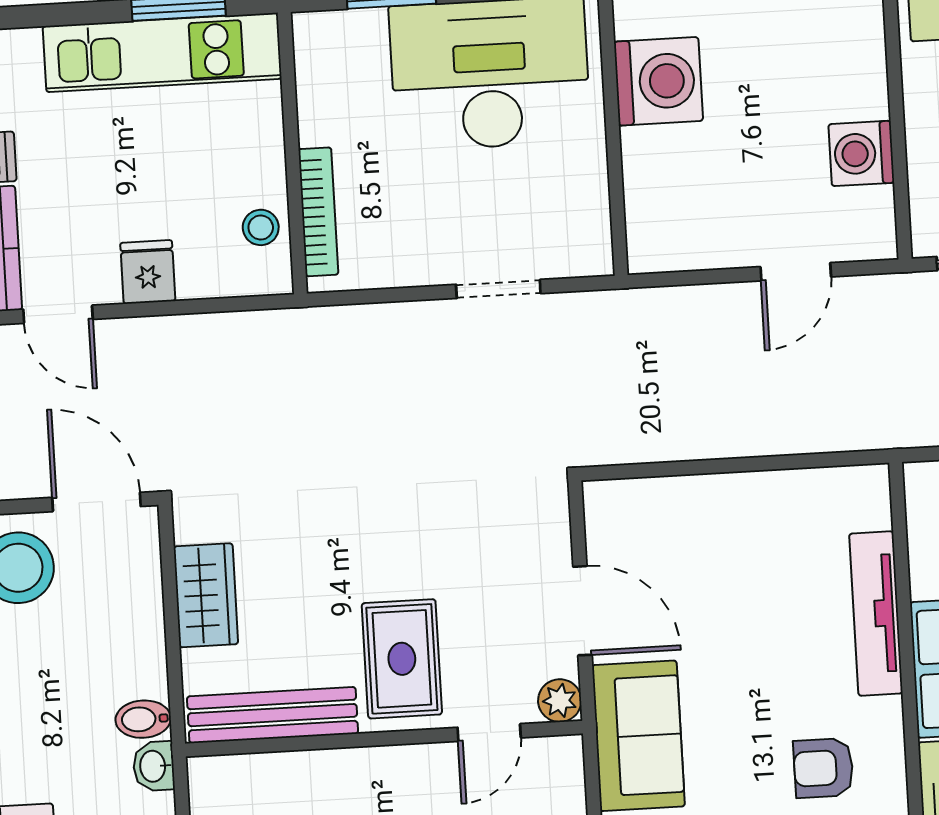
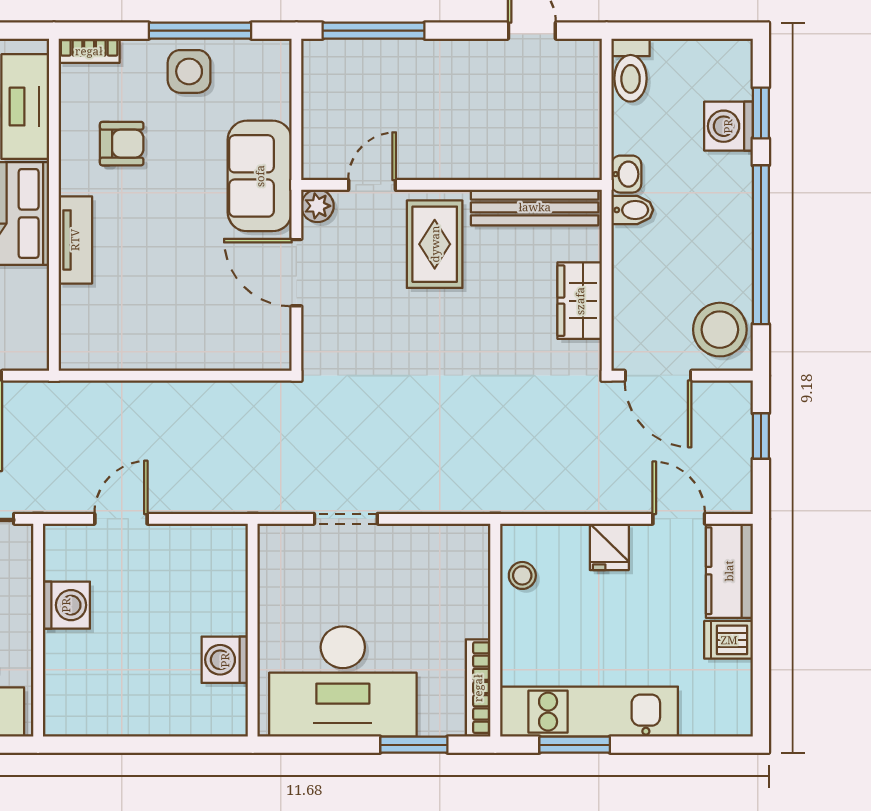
washing machine: (658, 81) -> (225, 660), width x0.73, depth x0.73
bookcase: (318, 212) -> (478, 688), moved
tv unit: (876, 613) -> (75, 240), width x0.71

